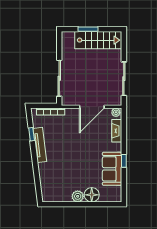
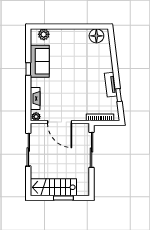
door: (92, 107) -> (60, 122), swing flipped
tv unit: (40, 145) -> (111, 85), width x0.71
floor lamp: (92, 195) -> (96, 36), moved
plant: (78, 196) -> (44, 34), moved

